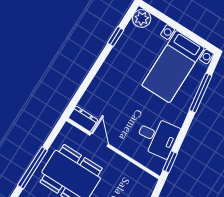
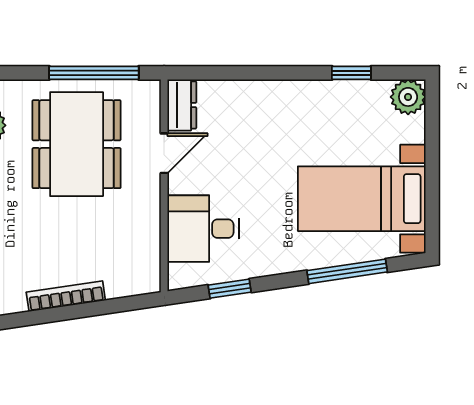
desk: (157, 137) -> (203, 229), moved, turned 98
window: (170, 162) -> (230, 289), moved
window: (33, 168) -> (94, 73), moved

